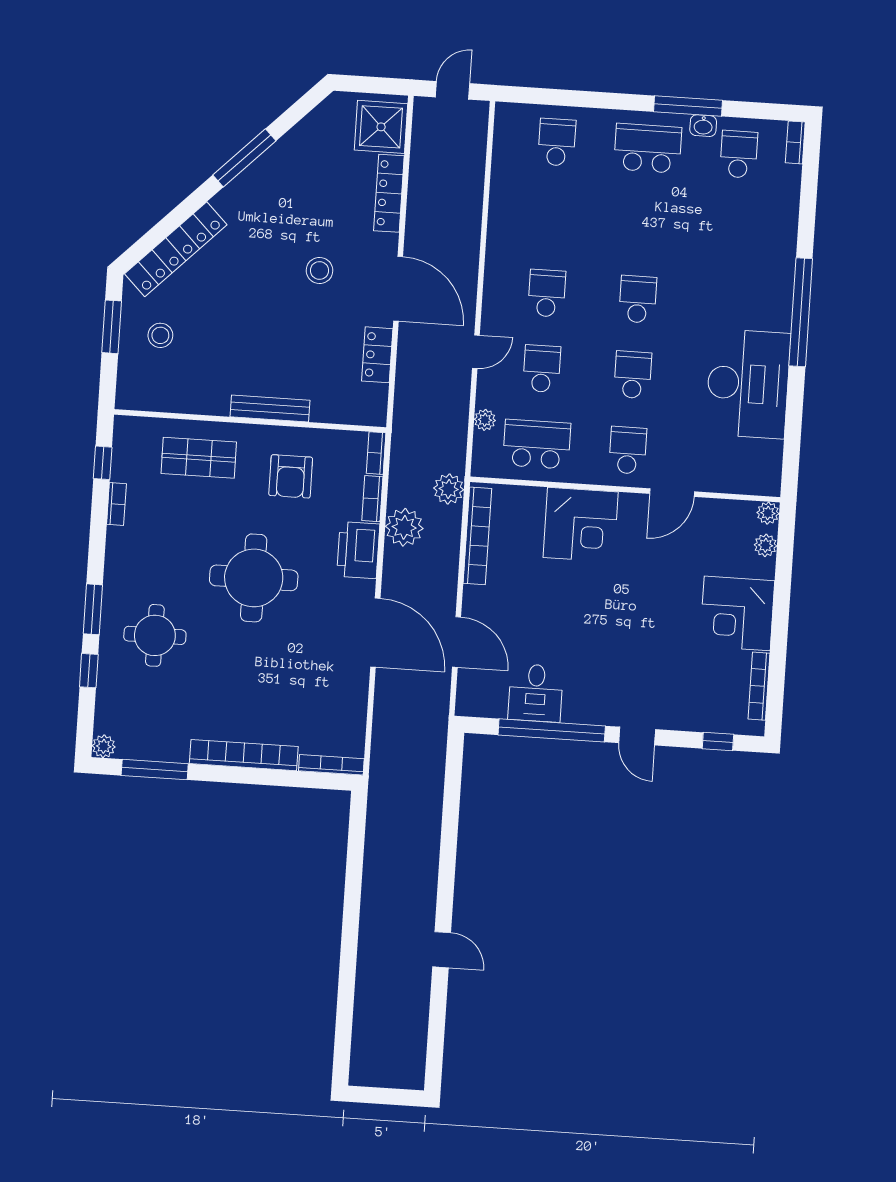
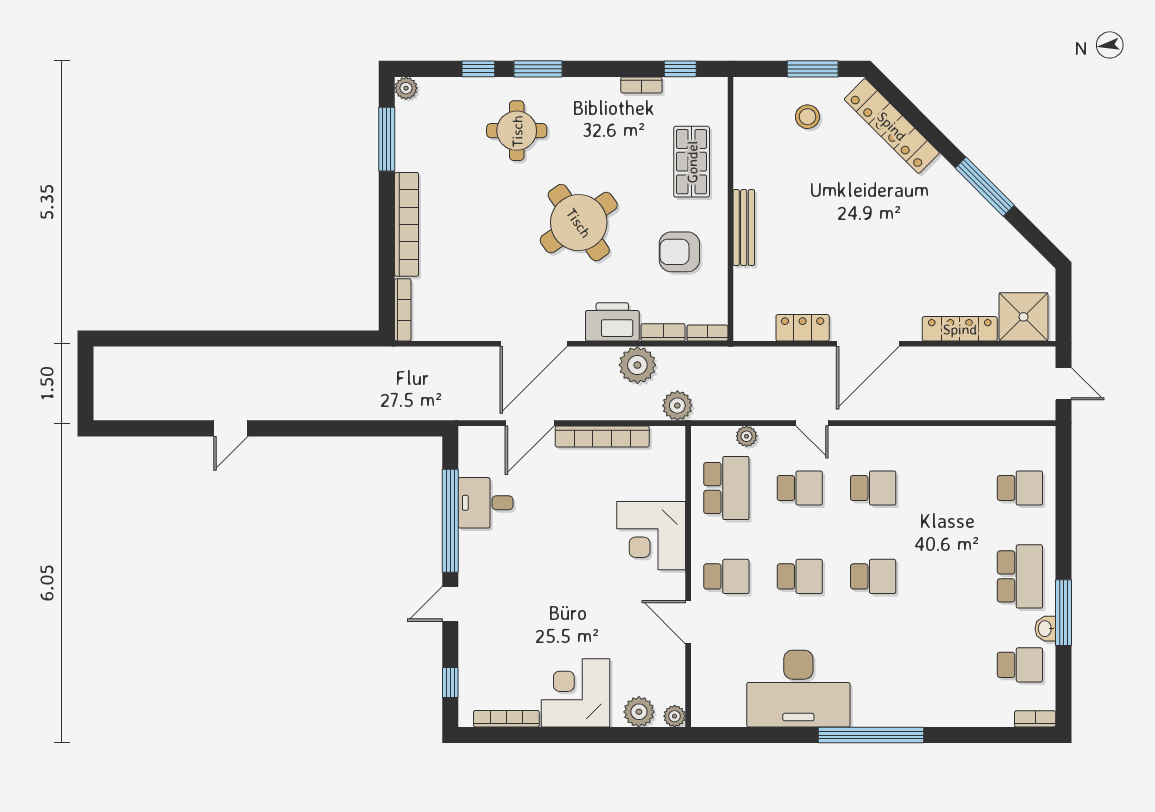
stool: (319, 270) -> (881, 267), removed
bookcase: (477, 536) -> (602, 436), moved
plant: (766, 545) -> (639, 712), width x1.38, depth x1.38
round table: (254, 578) -> (579, 223), turned -35

